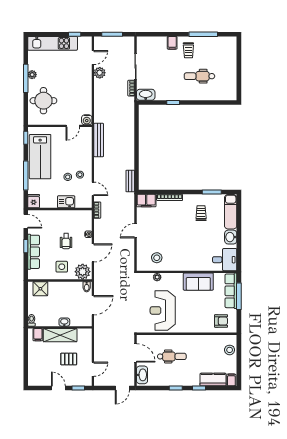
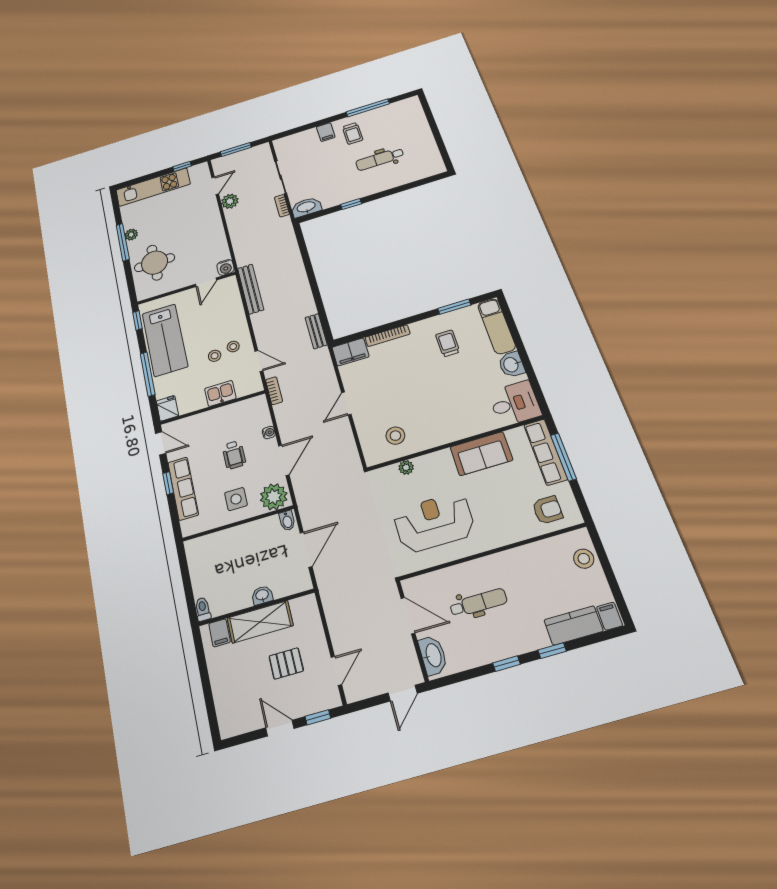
shower: (40, 289) -> (207, 548), removed
reception desk: (163, 310) -> (434, 522), turned 90

